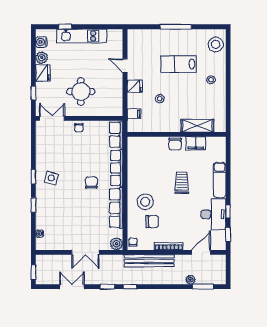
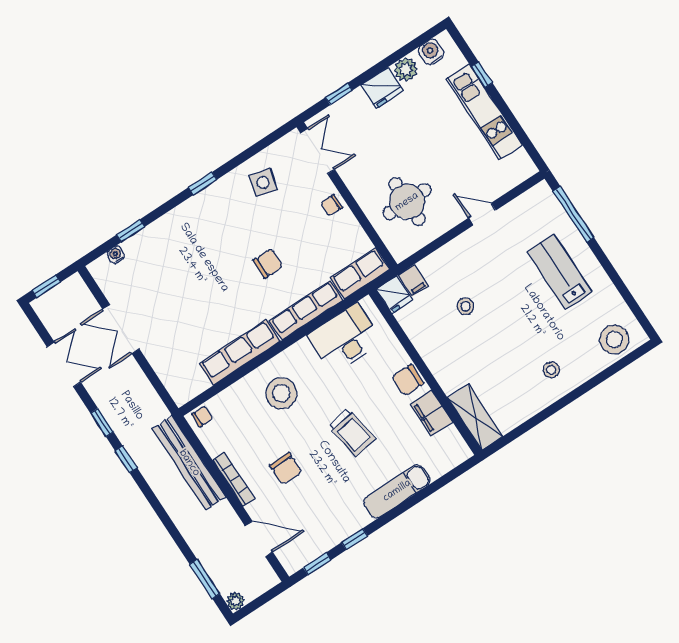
window: (176, 27) -> (573, 214), moved
lab bench: (178, 64) -> (560, 272), moved
door: (125, 66) -> (482, 214), hinge flipped
fridge: (135, 86) -> (394, 295), moved
round table: (81, 92) -> (407, 202), moved
shelving: (197, 126) -> (475, 417), moved
side table: (51, 178) -> (263, 183), moved
chair: (91, 183) -> (268, 263), moved
trolley: (182, 183) -> (352, 433), turned 81
window: (33, 205) -> (131, 231), moved
desk: (214, 214) -> (345, 338), moved, turned 180
chair: (152, 222) -> (286, 469), moved
plant: (117, 244) -> (182, 391), removed
double door: (85, 252) -> (121, 329), moved
plant: (191, 280) -> (236, 601), moved

